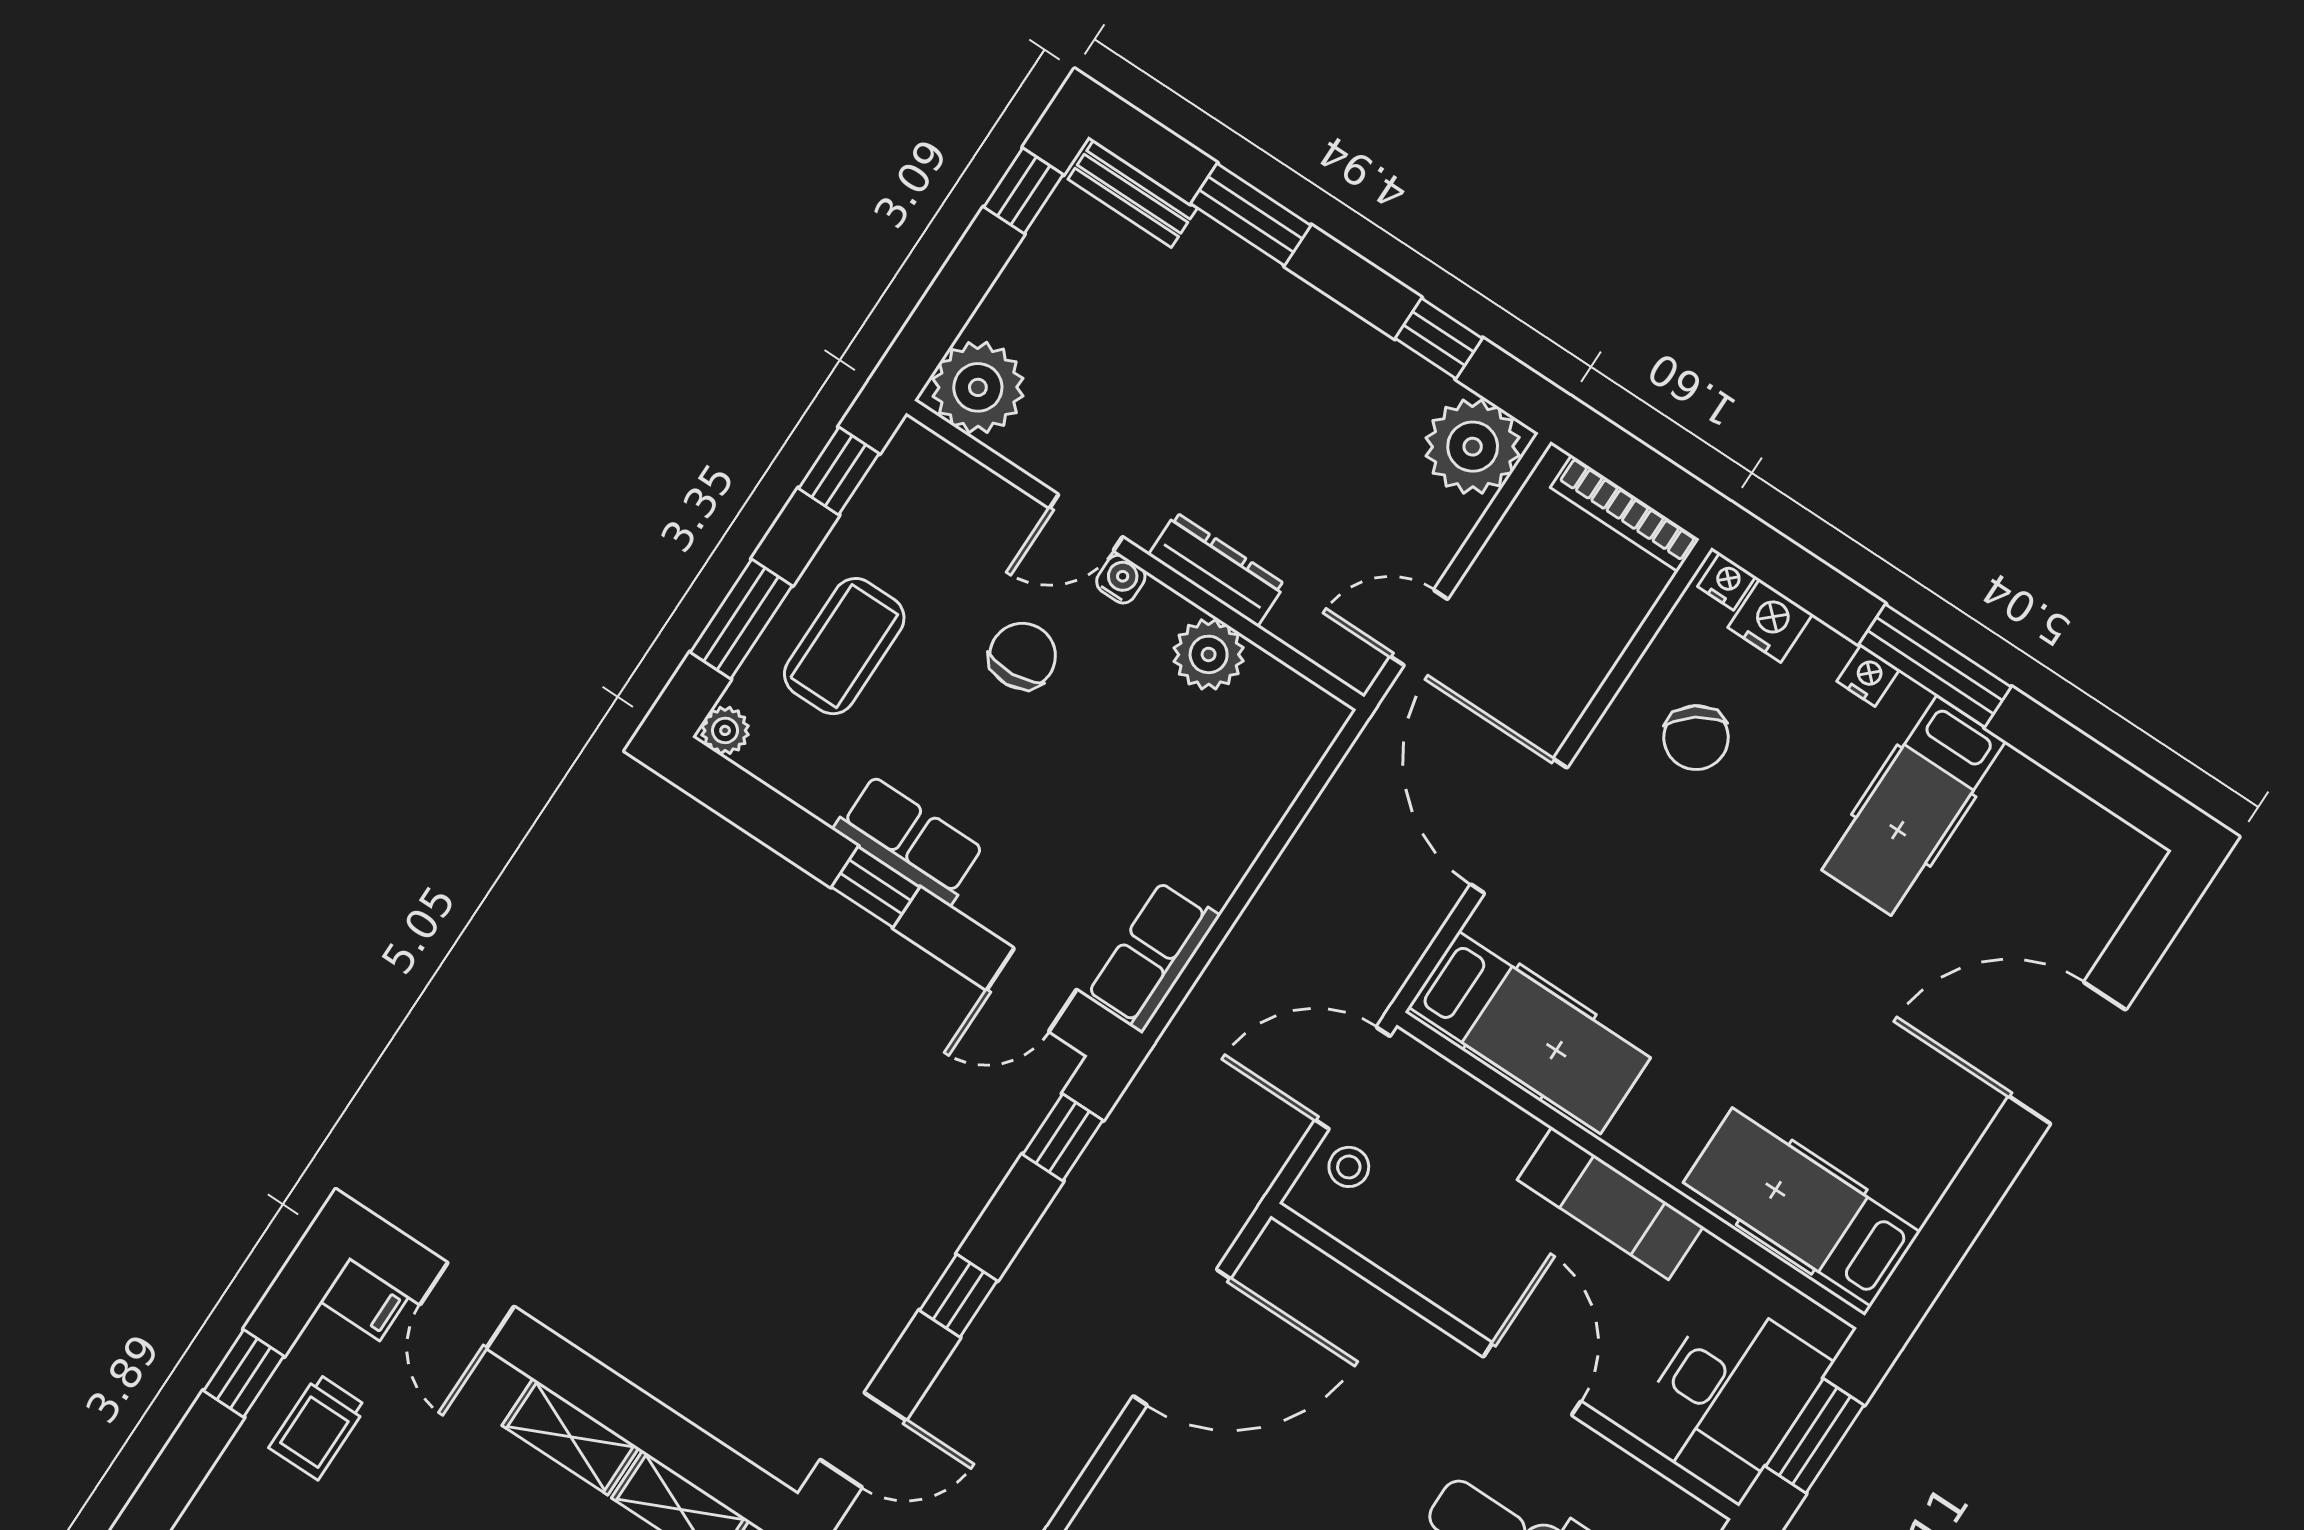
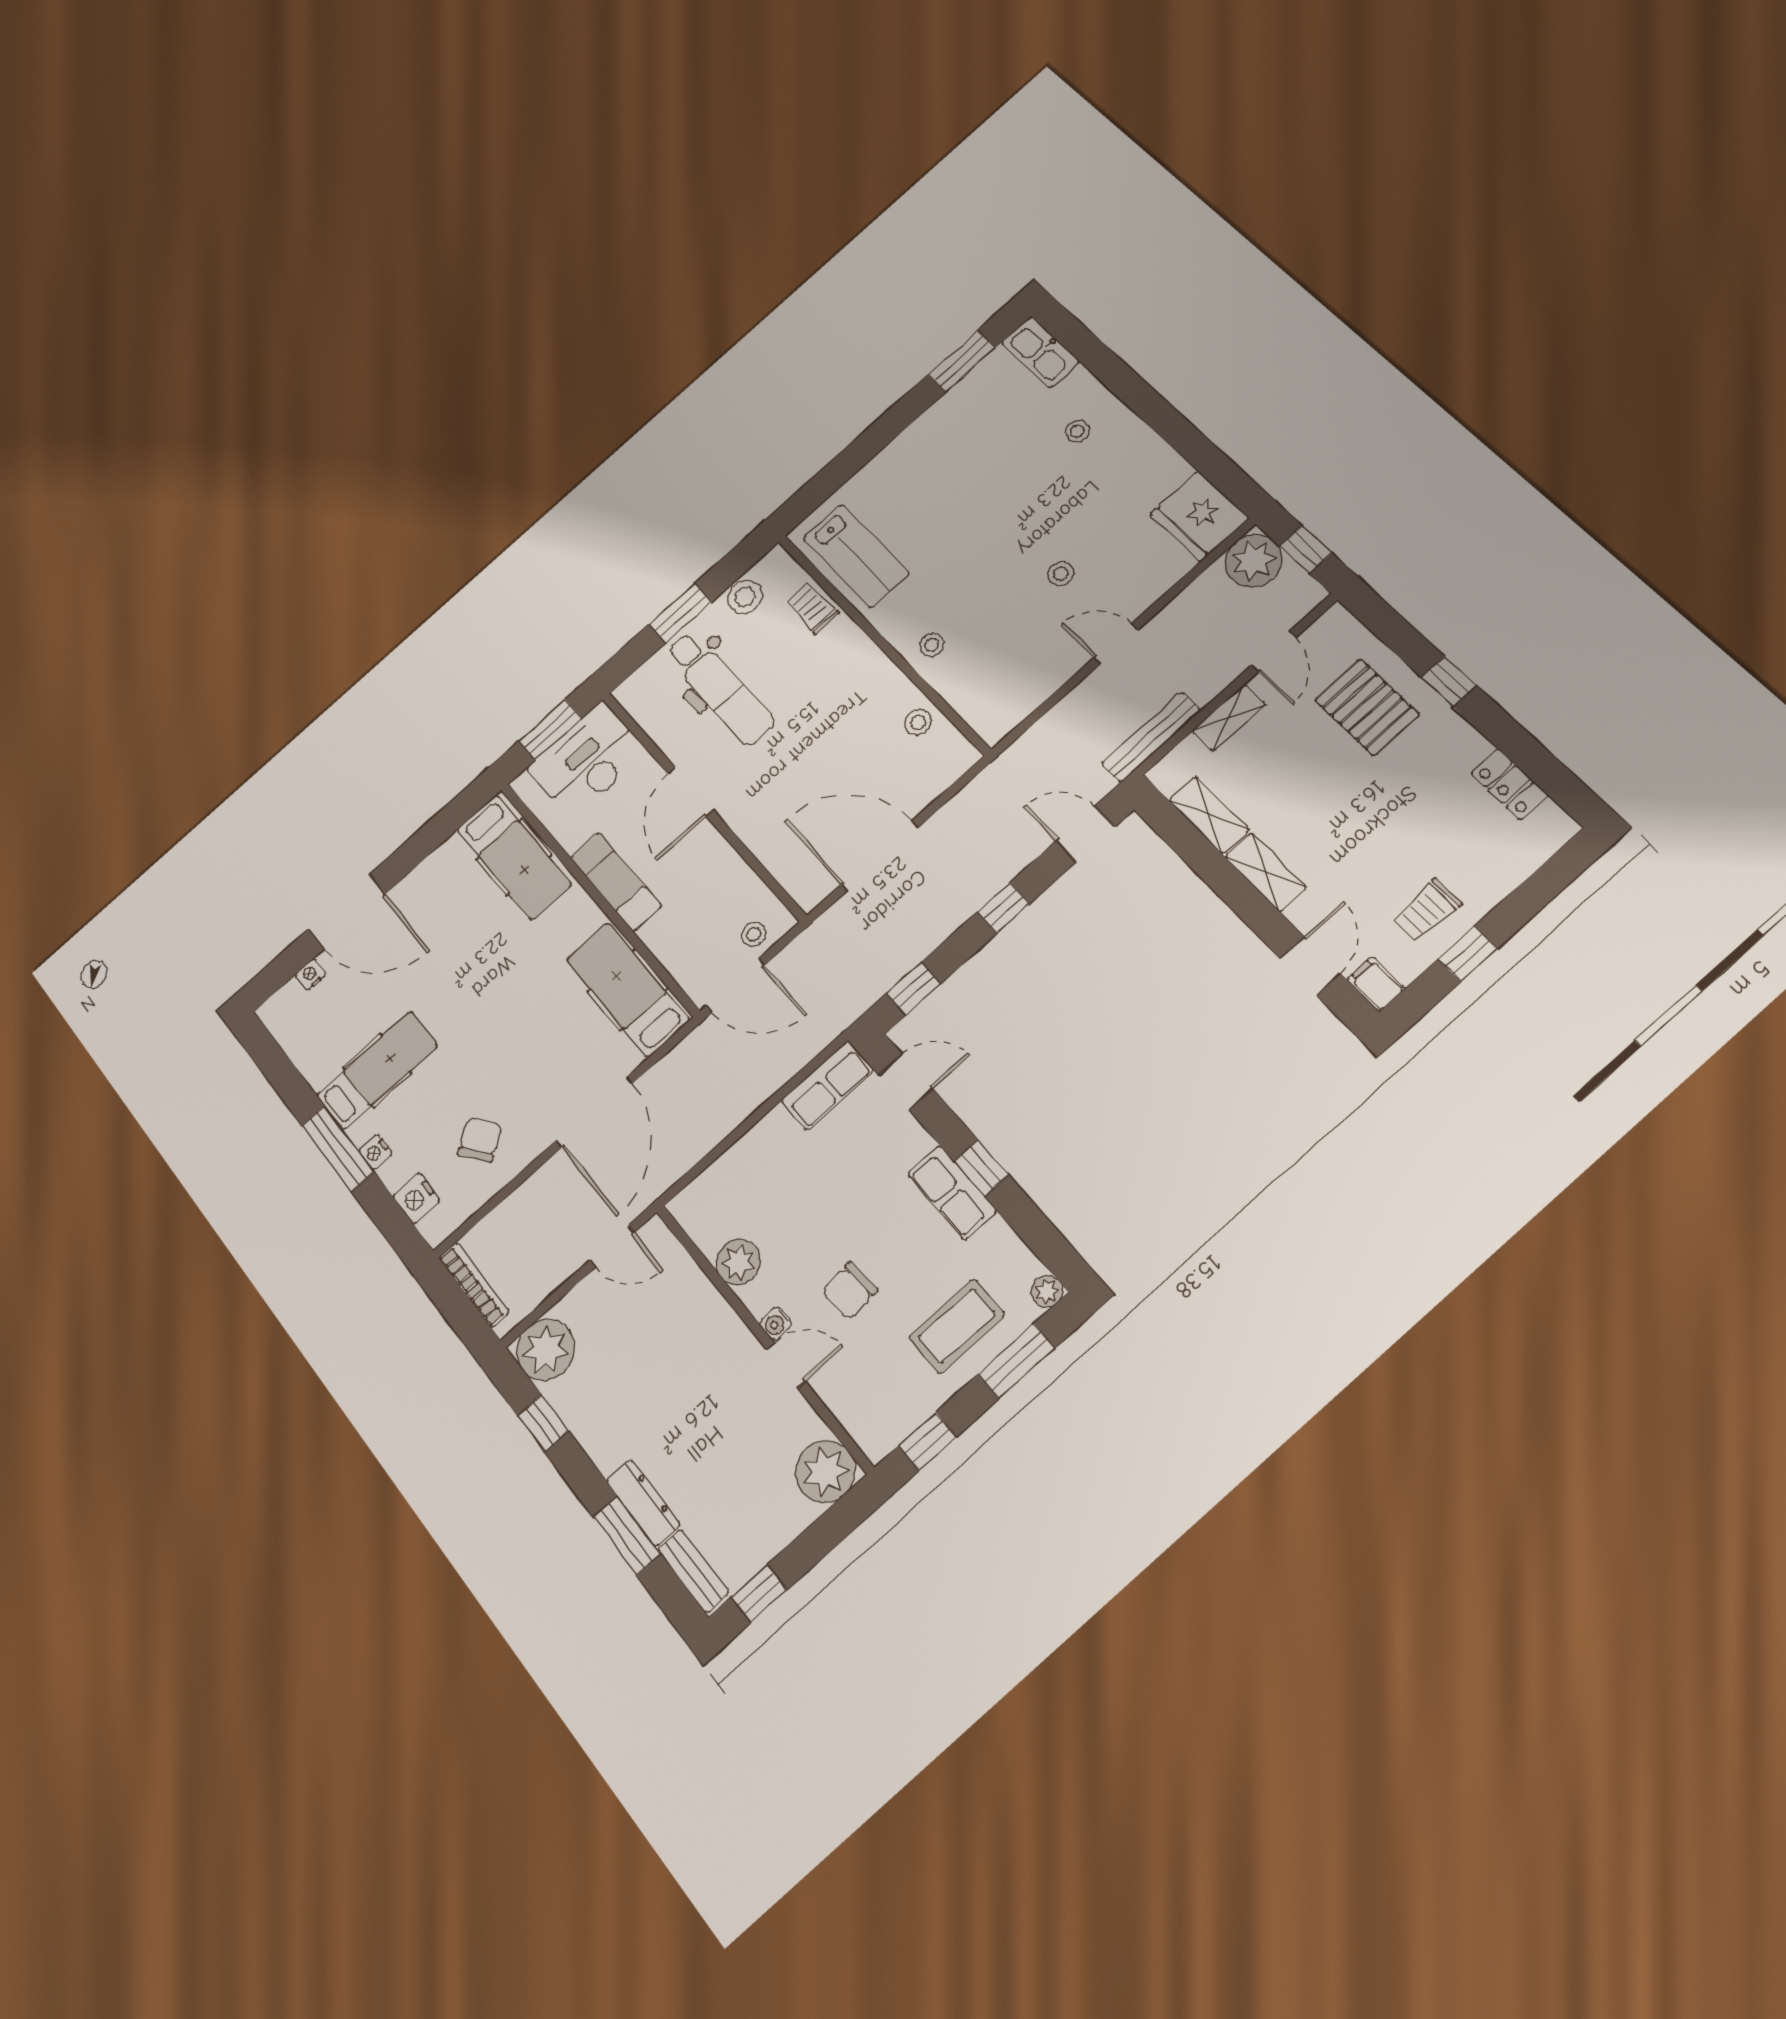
dresser: (1217, 569) -> (643, 1502), moved, turned 180
nightstand: (1727, 581) -> (310, 975), moved, turned 90
trolley: (318, 1427) -> (1427, 911), turned 180

